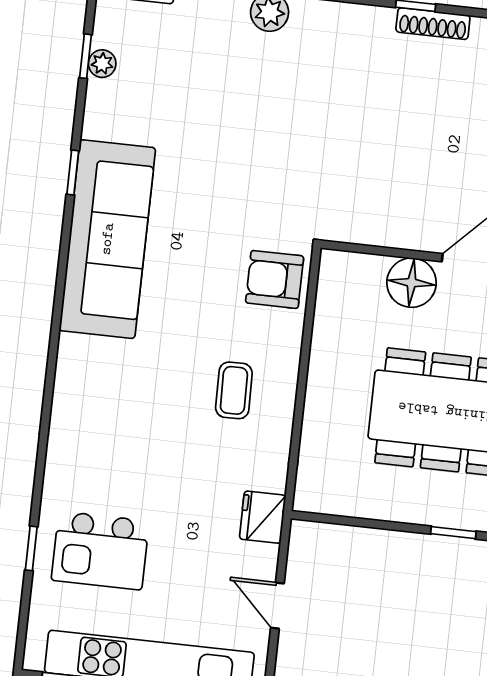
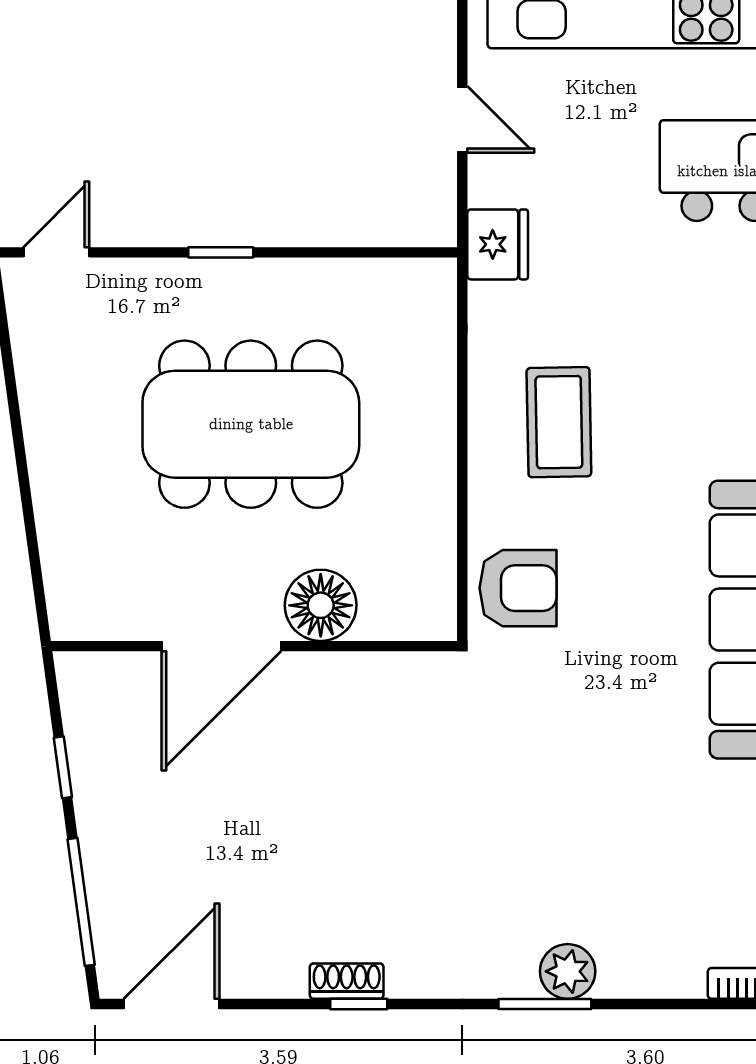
shoe rack: (433, 24) -> (347, 981), width x0.70
coffee table: (234, 390) -> (559, 422), width x1.36, depth x1.30

